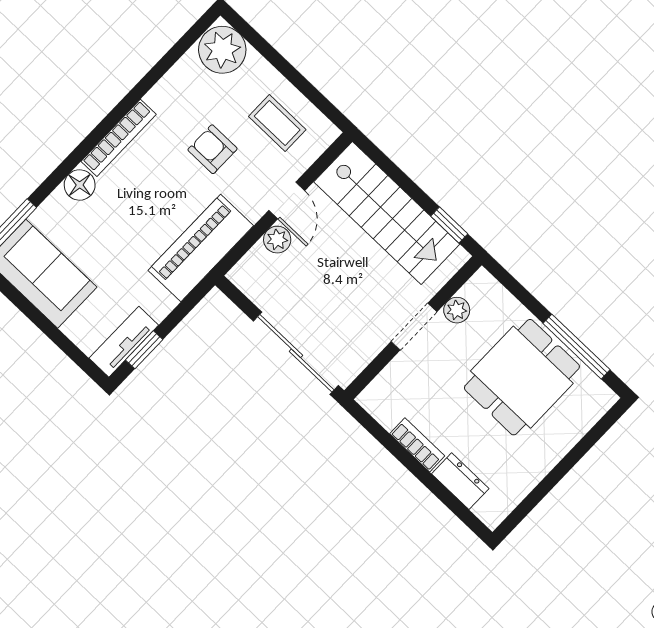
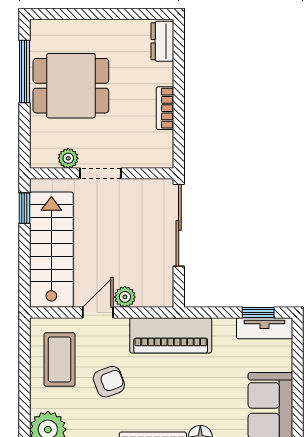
coffee table: (277, 123) -> (60, 359), width x1.36, depth x1.30
armchair: (213, 149) -> (109, 382), turned -110
dresser: (460, 481) -> (162, 41), moved

